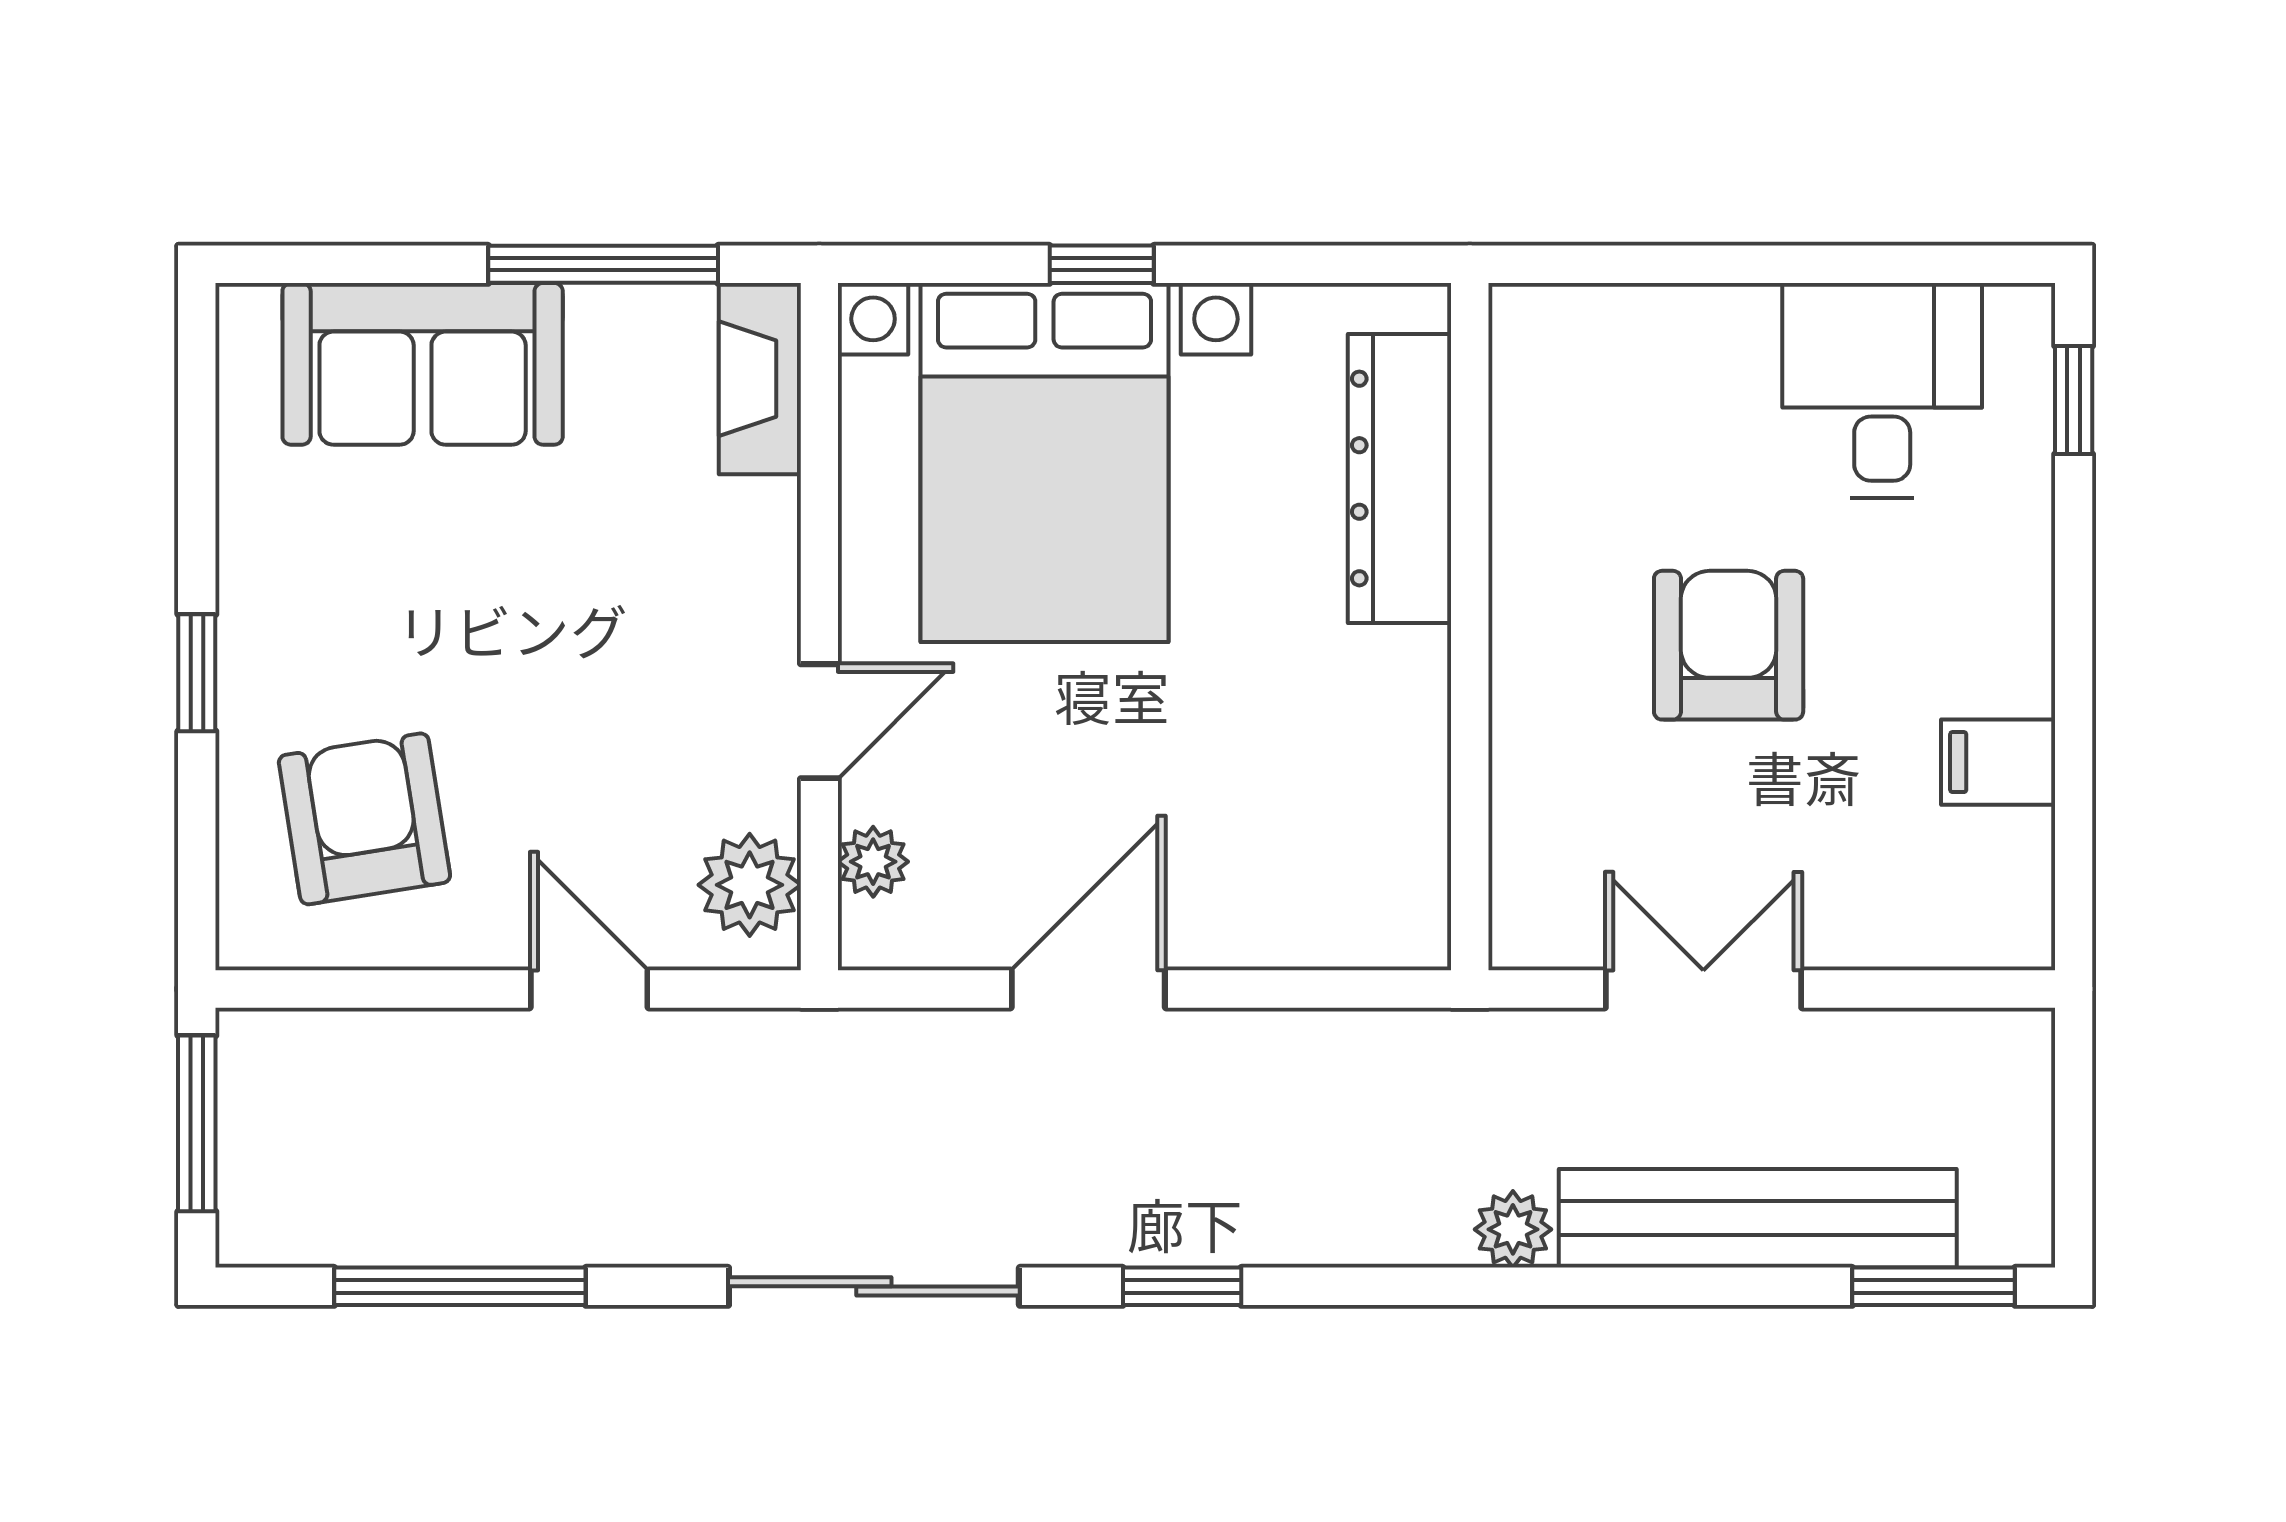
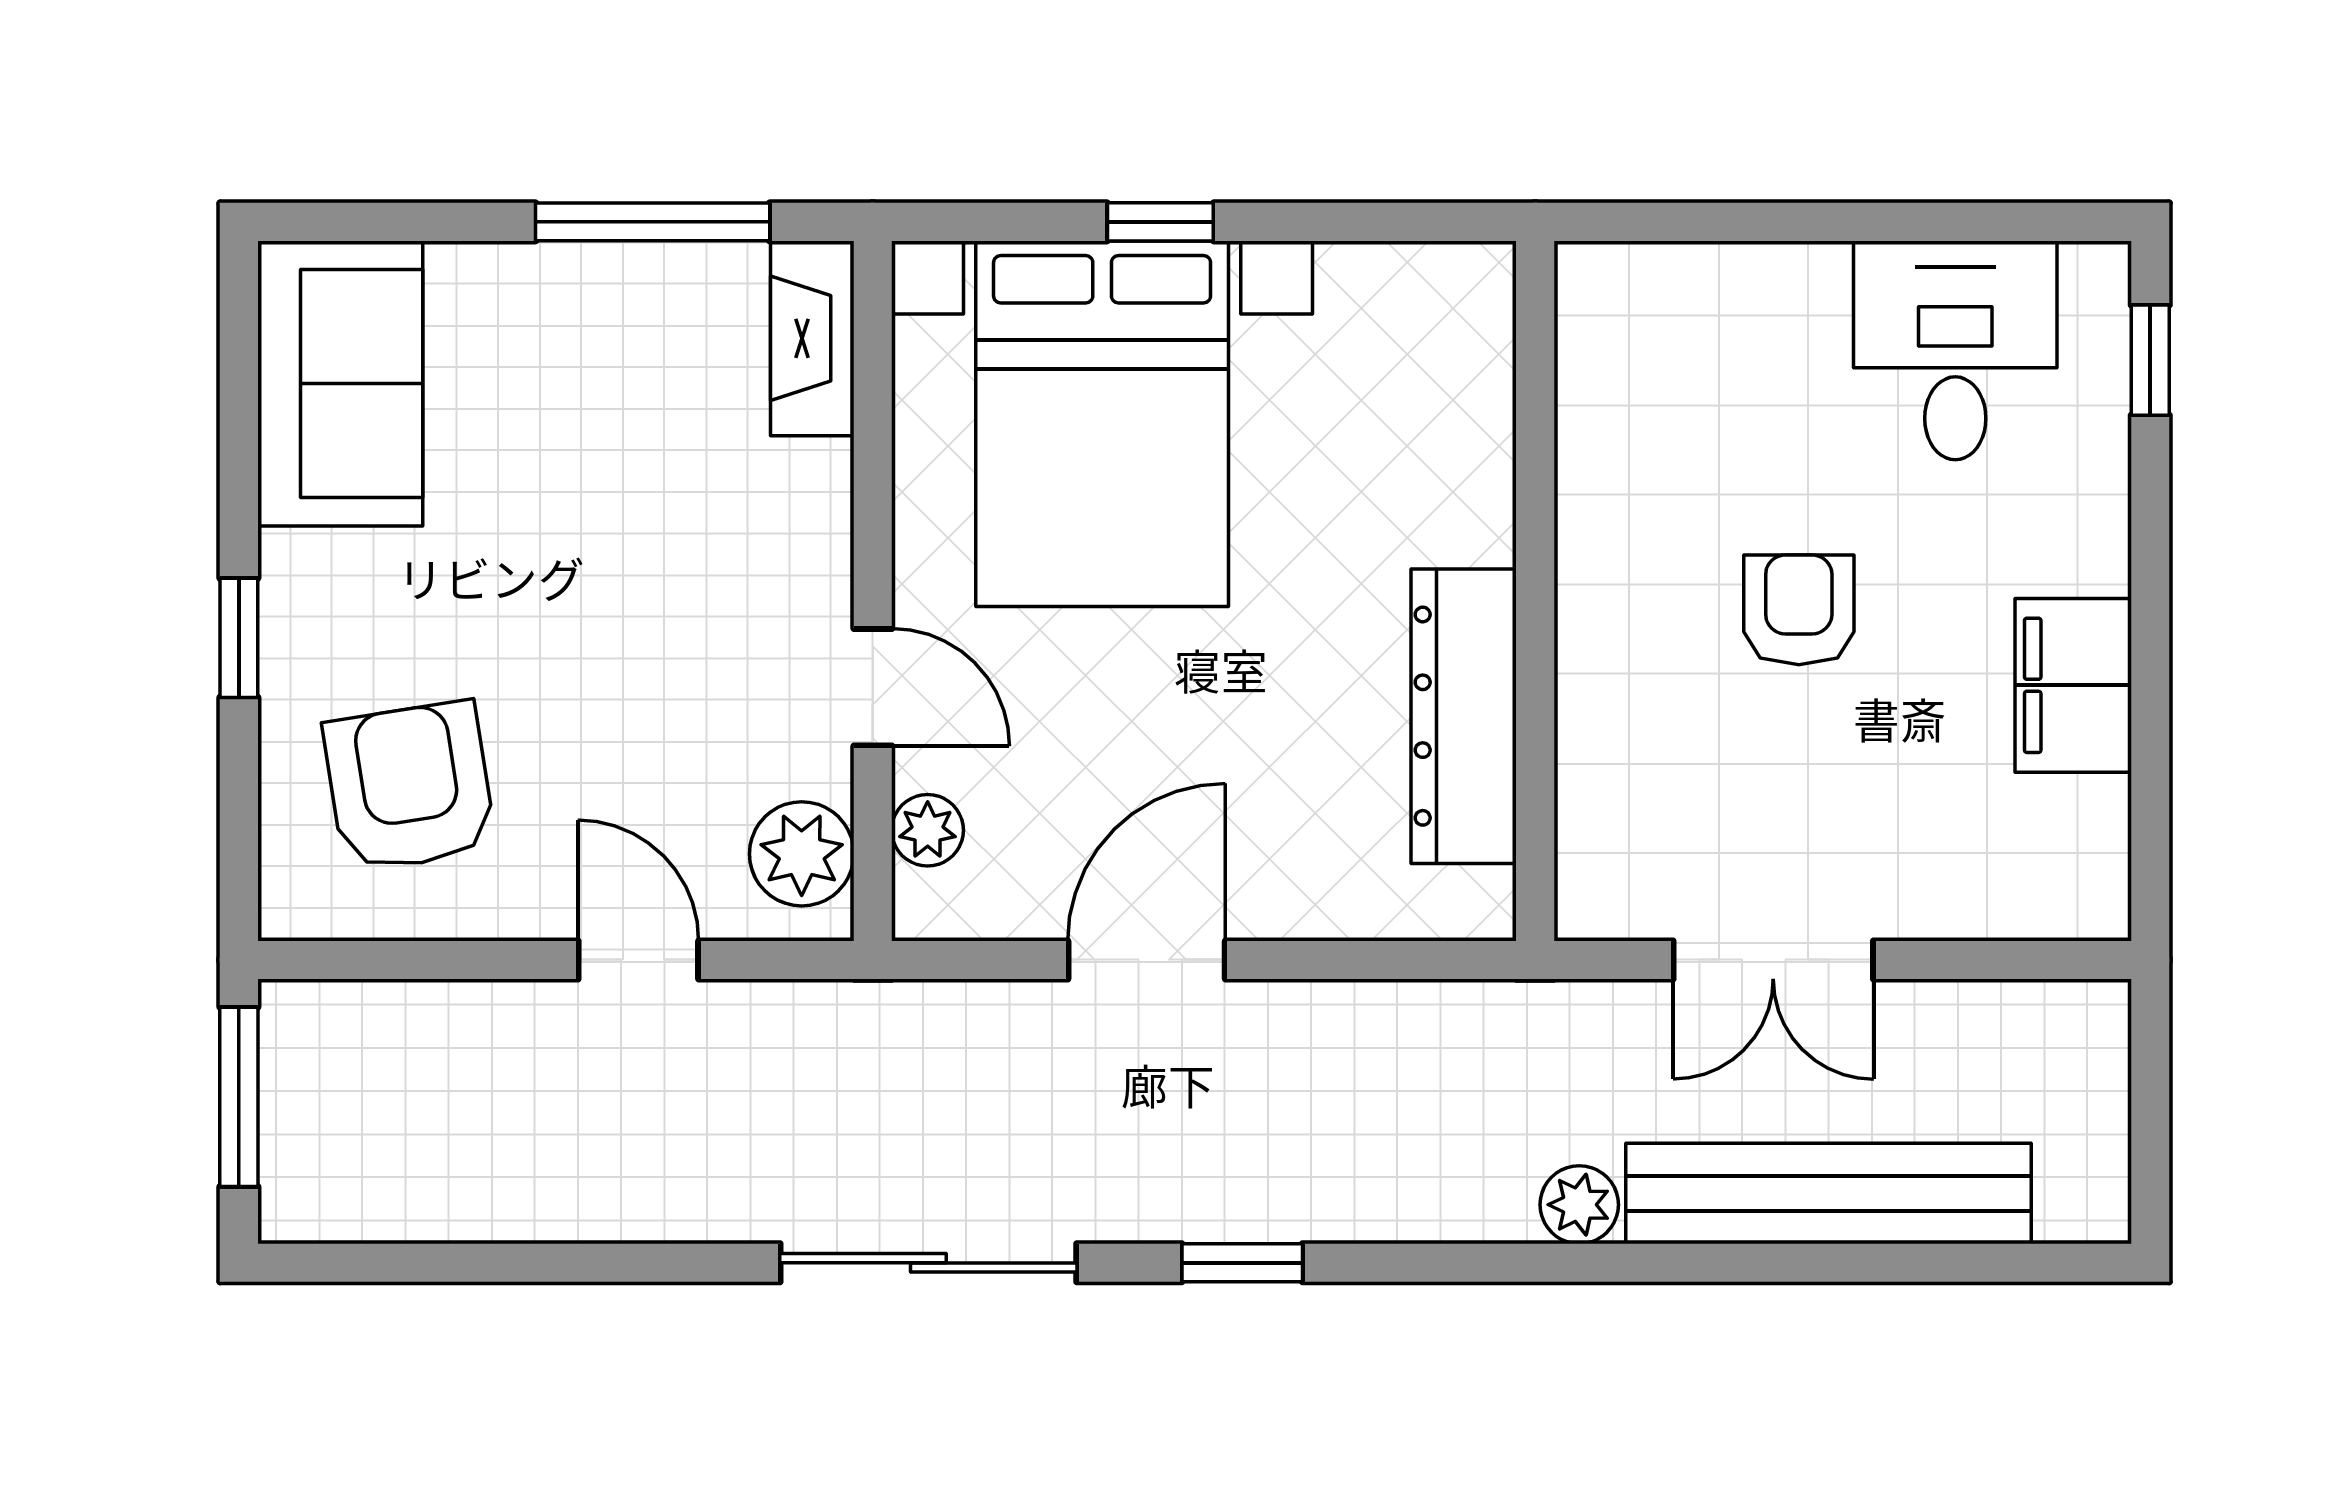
sofa: (423, 364) -> (340, 383), moved, turned -90
dresser: (1400, 478) -> (1464, 716), moved
armchair: (1729, 645) -> (1799, 610), width x0.72, depth x0.72
door: (819, 721) -> (873, 687), hinge flipped
filing cabinet: (1998, 762) -> (2073, 685), width x2.00
double door: (1703, 989) -> (1773, 960), swing flipped
window: (460, 1286) -> (507, 1263), removed
window: (1934, 1286) -> (2008, 1263), removed

